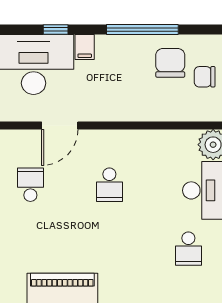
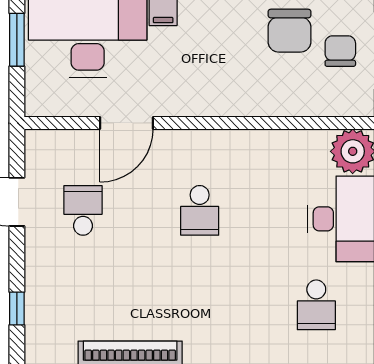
chair: (170, 63) -> (290, 31), turned 180
chair: (205, 77) -> (340, 51), turned 90

